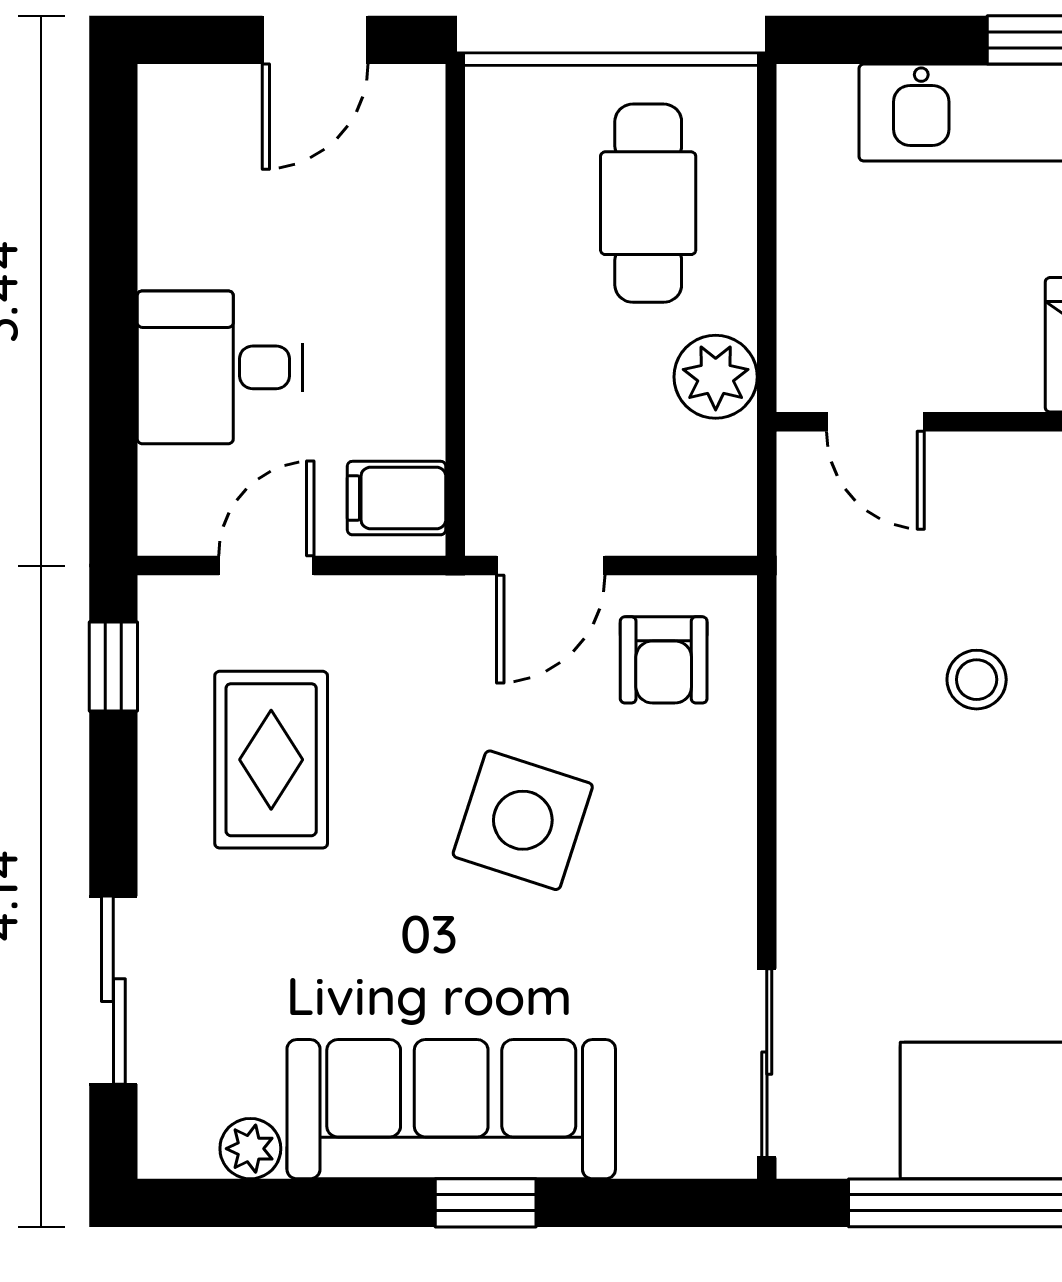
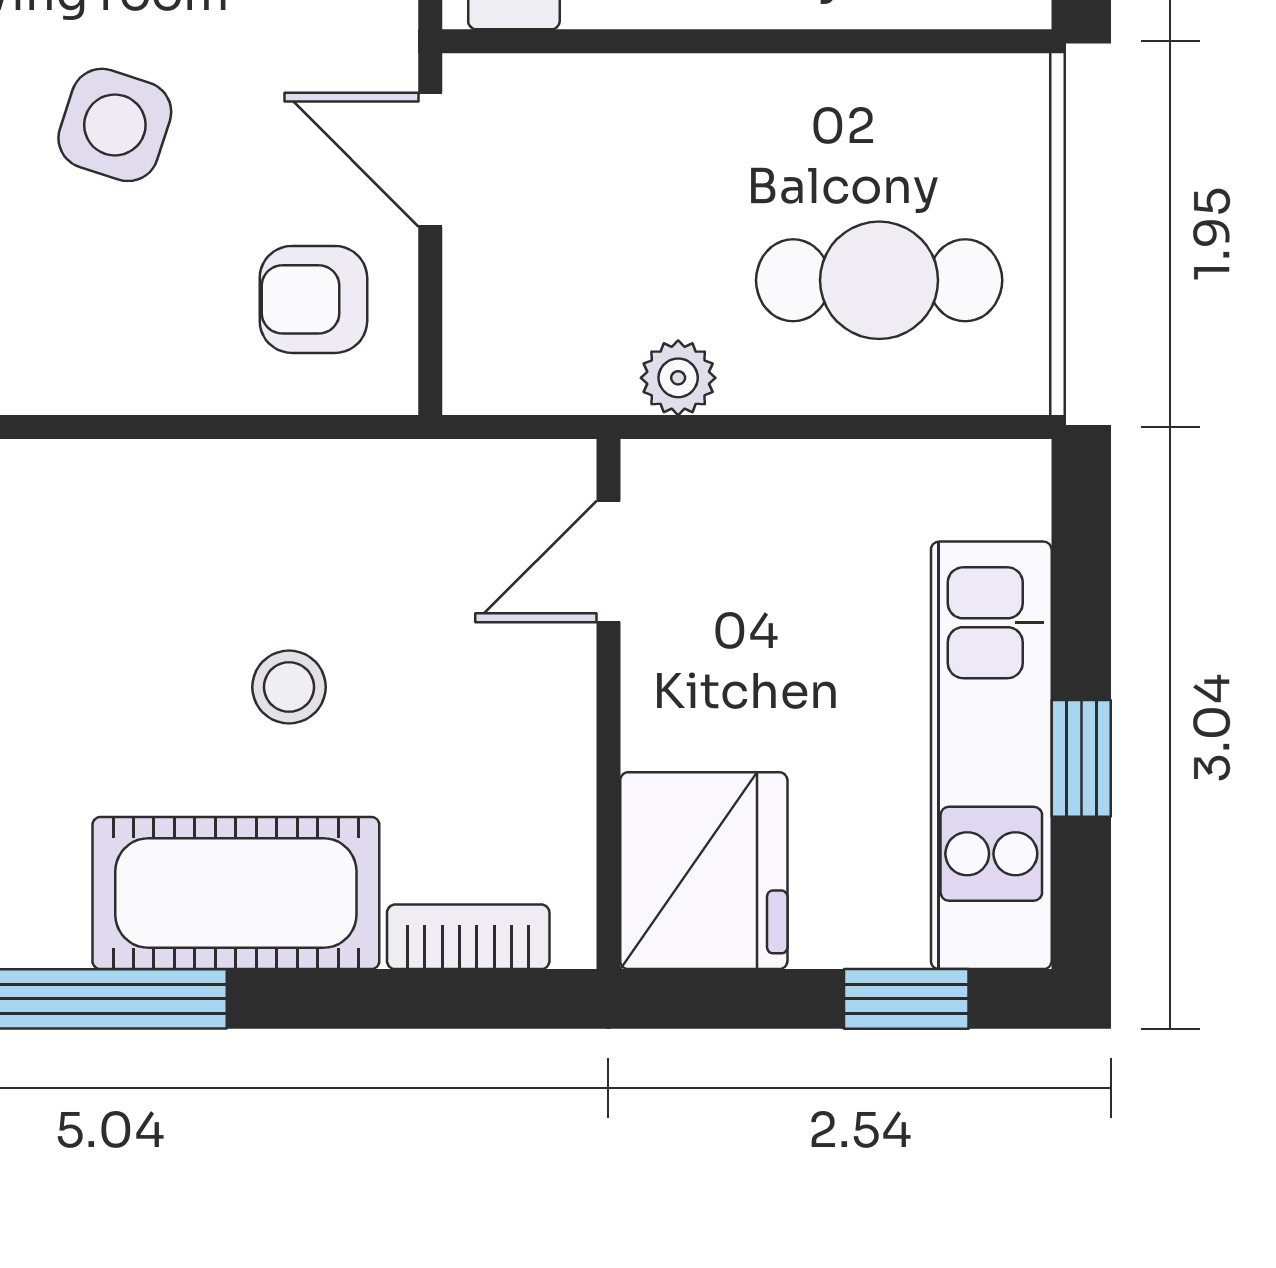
plant: (716, 377) -> (678, 378), width x0.73, depth x0.73
side table: (523, 820) -> (115, 125), width x0.73, depth x0.73

